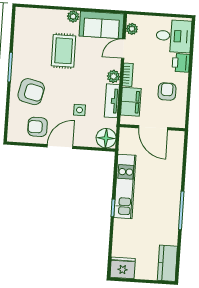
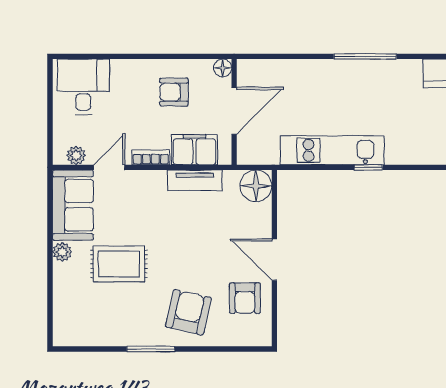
door: (123, 49) -> (109, 167), swing flipped
printer: (181, 63) -> (126, 72), removed
plant: (113, 76) -> (155, 180), removed
side table: (79, 110) -> (213, 232), removed
floor lamp: (180, 122) -> (223, 68), added

